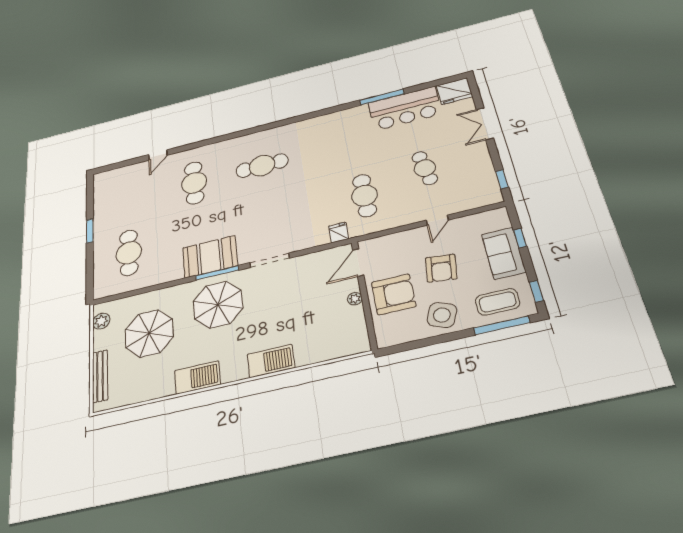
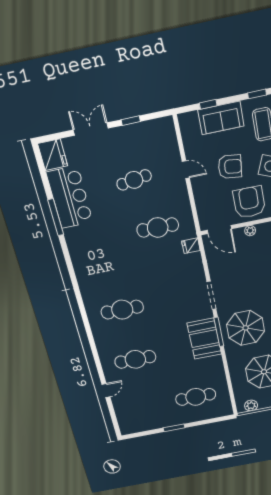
double door: (485, 124) -> (91, 129), swing flipped
door: (158, 155) -> (106, 391), hinge flipped
cafe table: (262, 166) -> (122, 310), turned 90
window: (502, 179) -> (131, 121), moved

